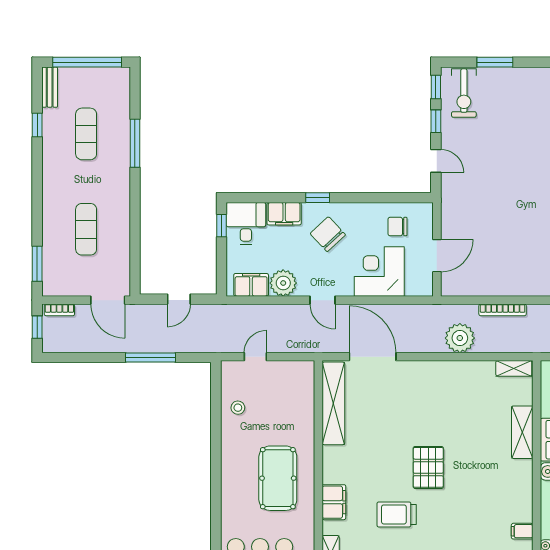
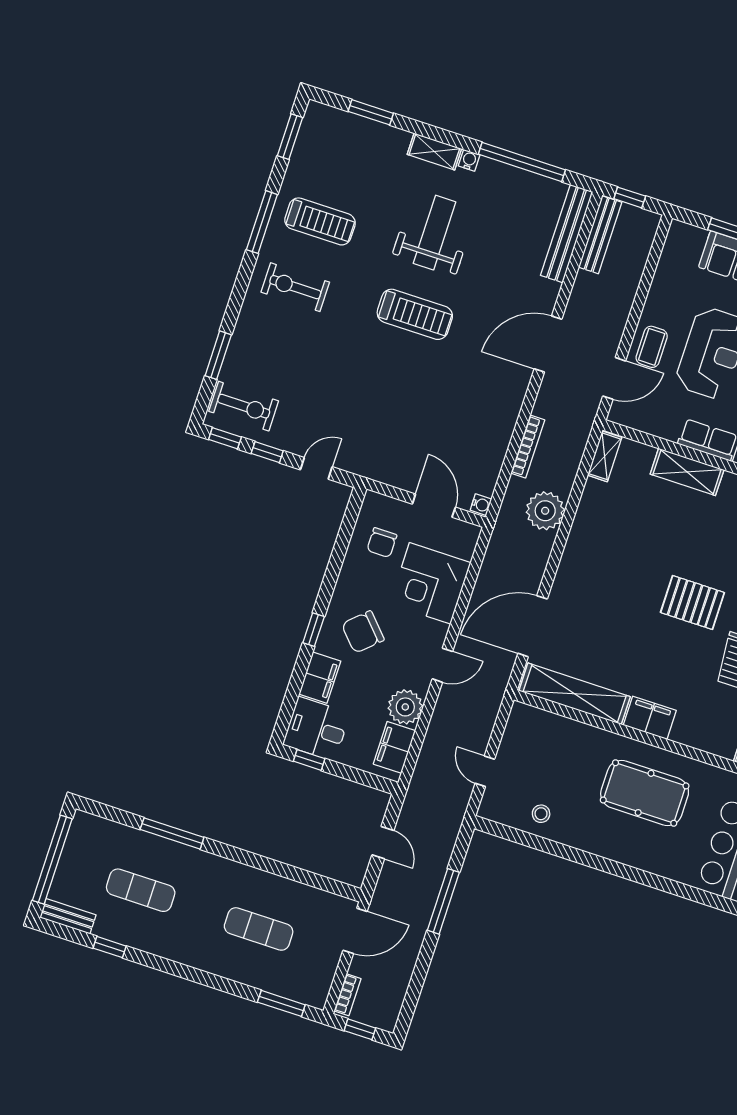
water cooler: (449, 290) -> (481, 505), added
filing cabinet: (334, 502) -> (650, 718), moved

